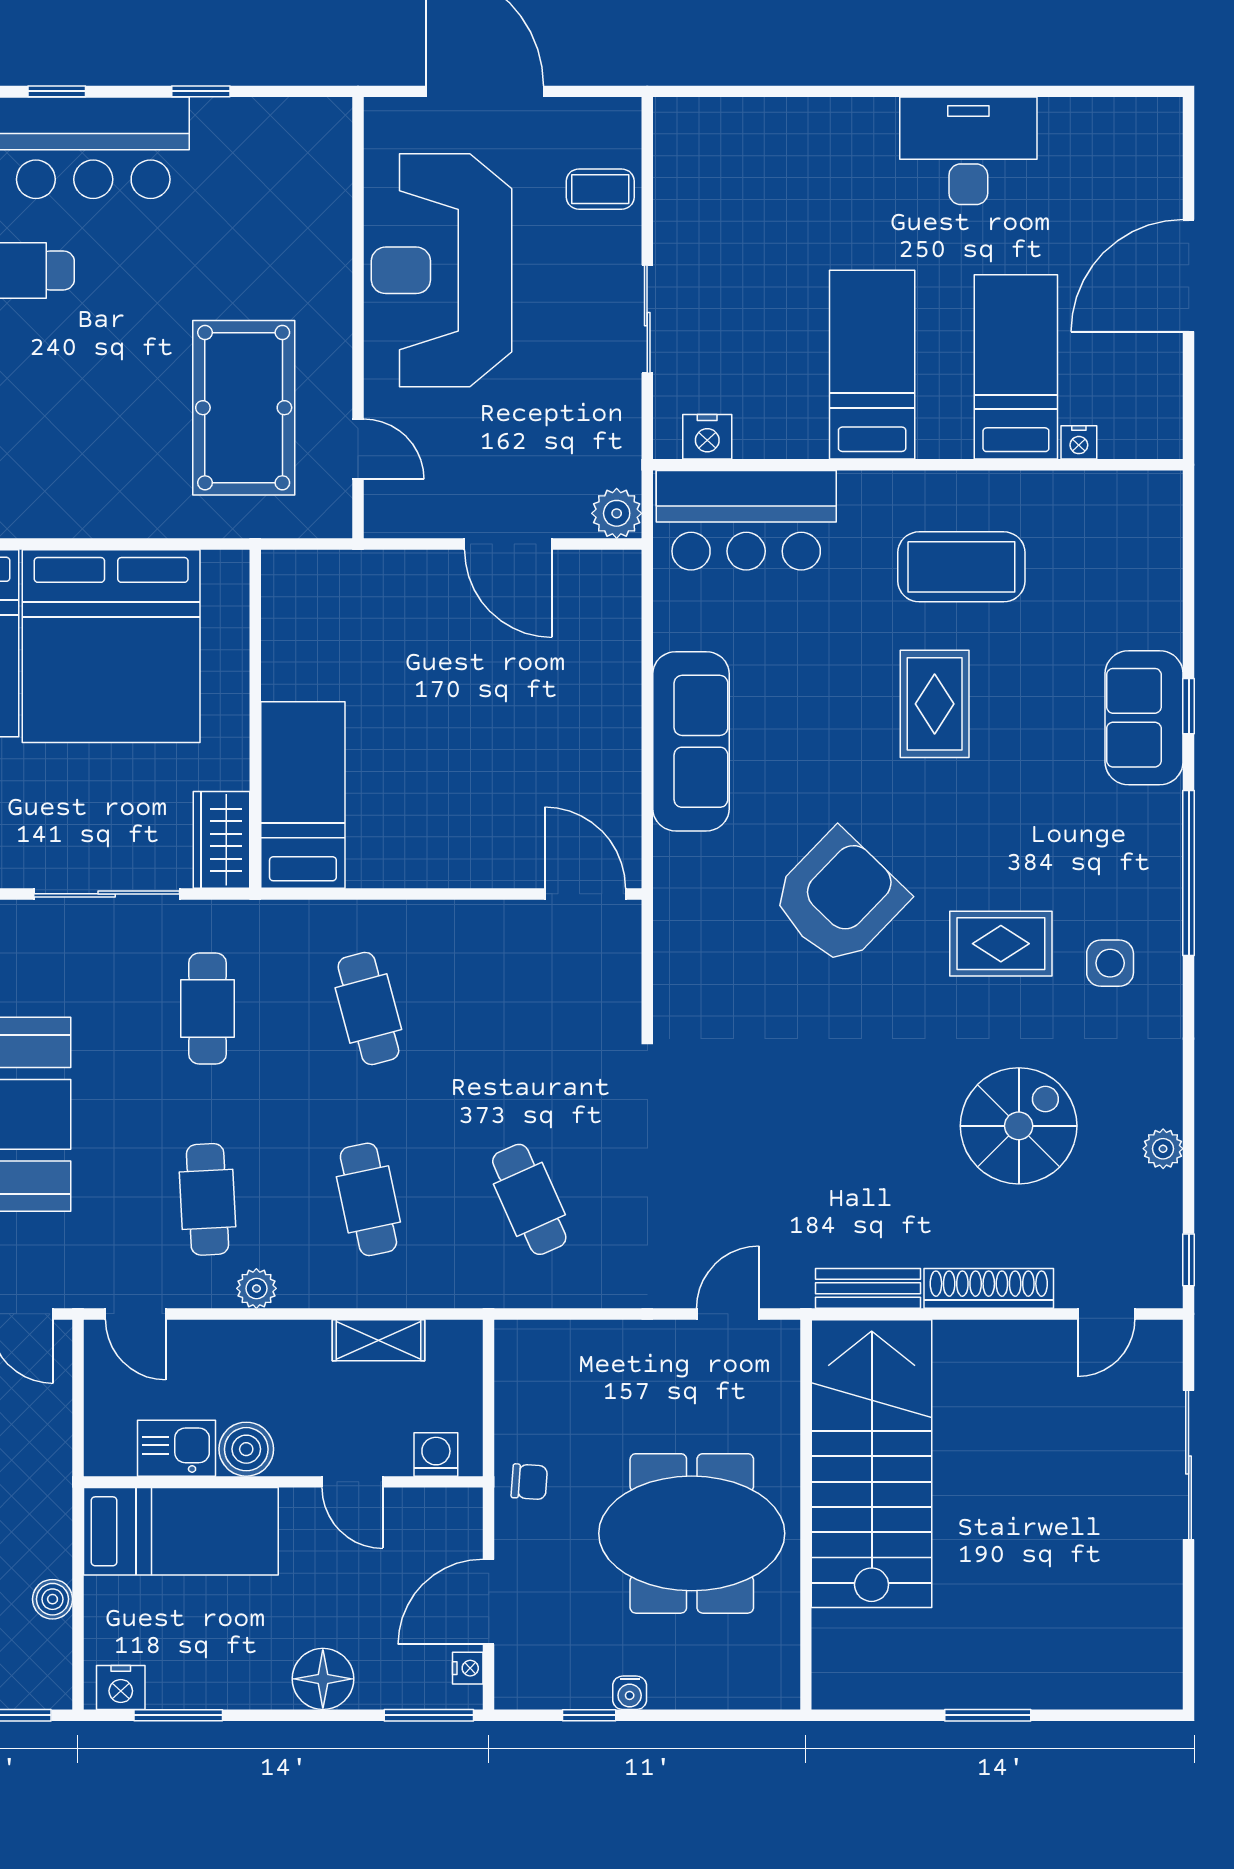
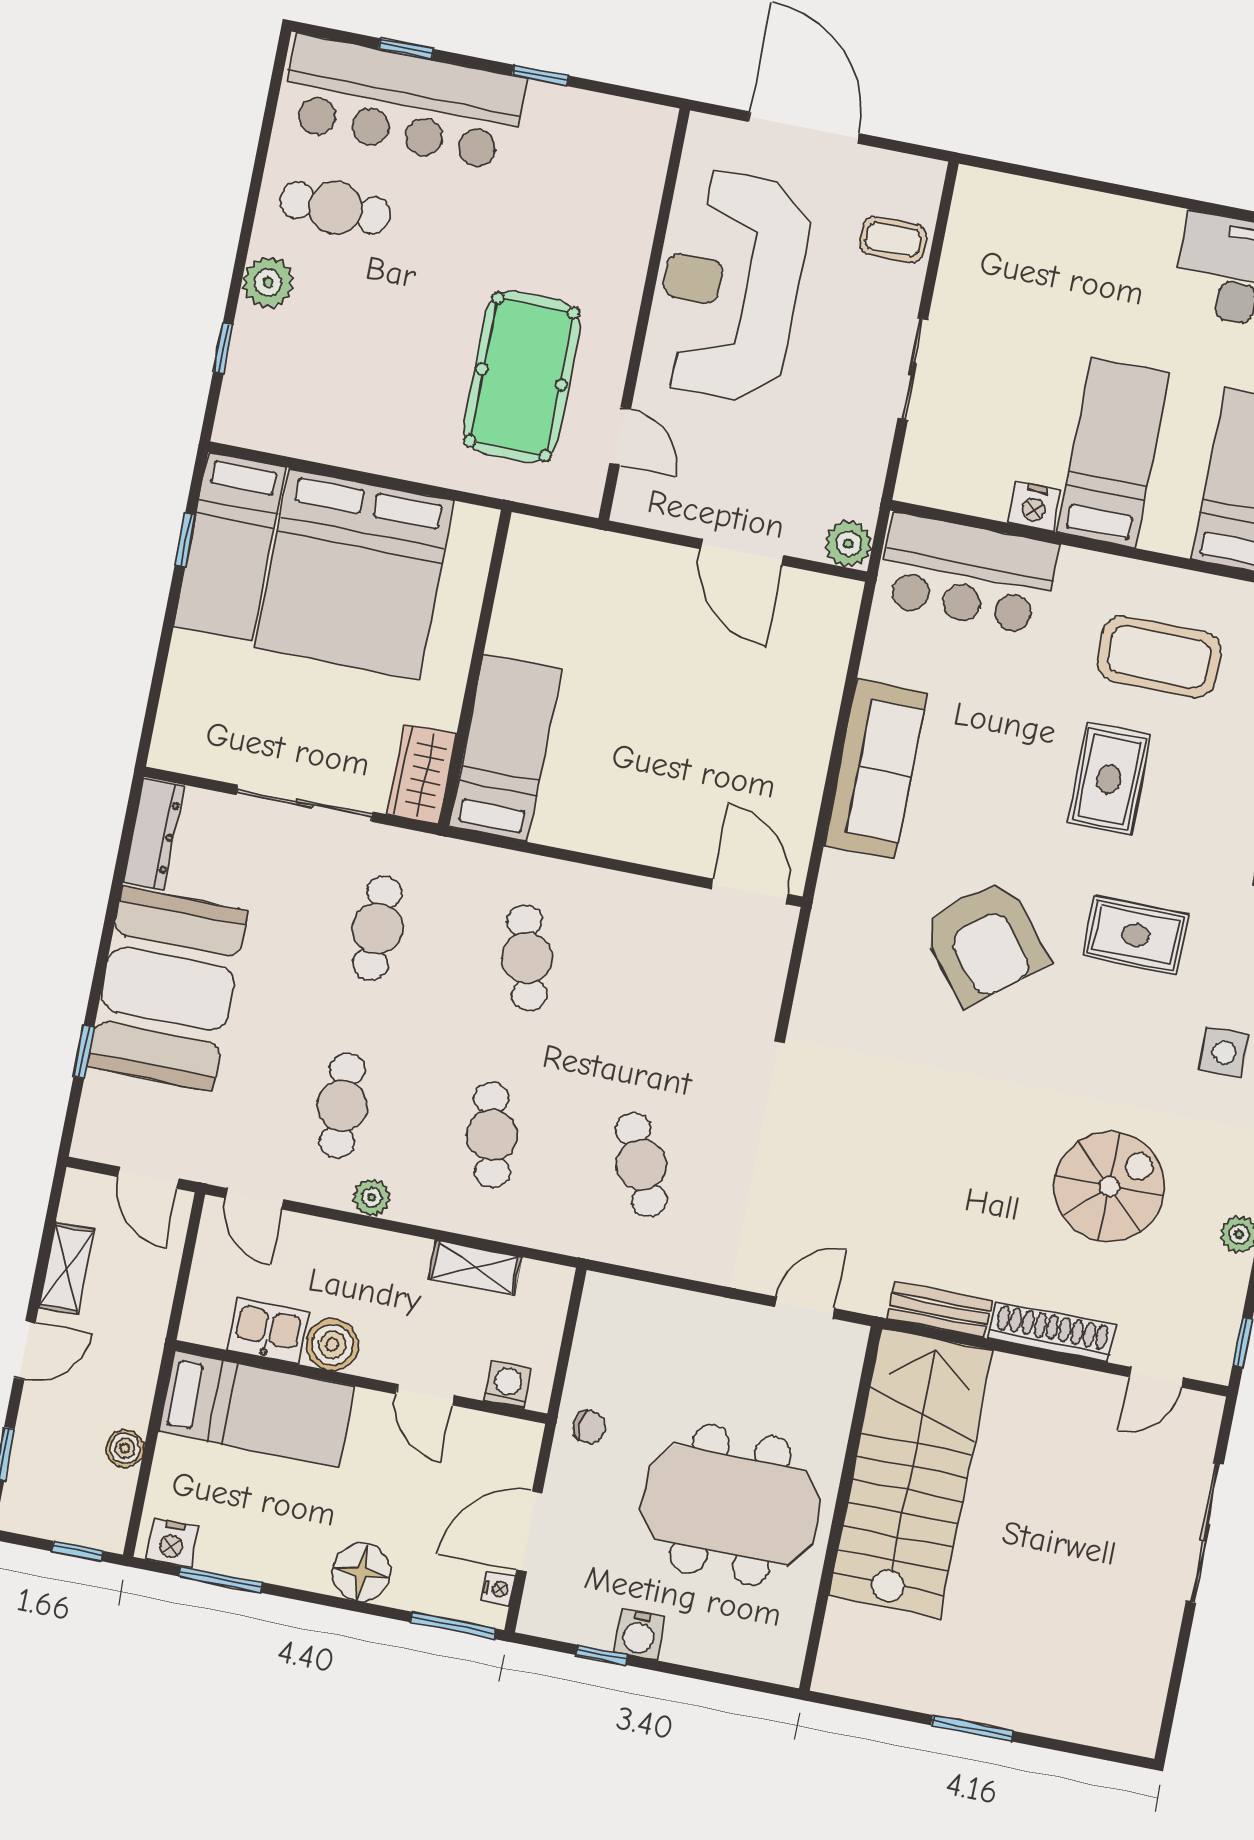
nightstand: (707, 437) -> (1034, 506), moved
armchair: (839, 898) -> (984, 942), turned 97
rug: (1001, 944) -> (1136, 935), moved
water cooler: (630, 1693) -> (639, 1634), width x1.38, depth x1.38

